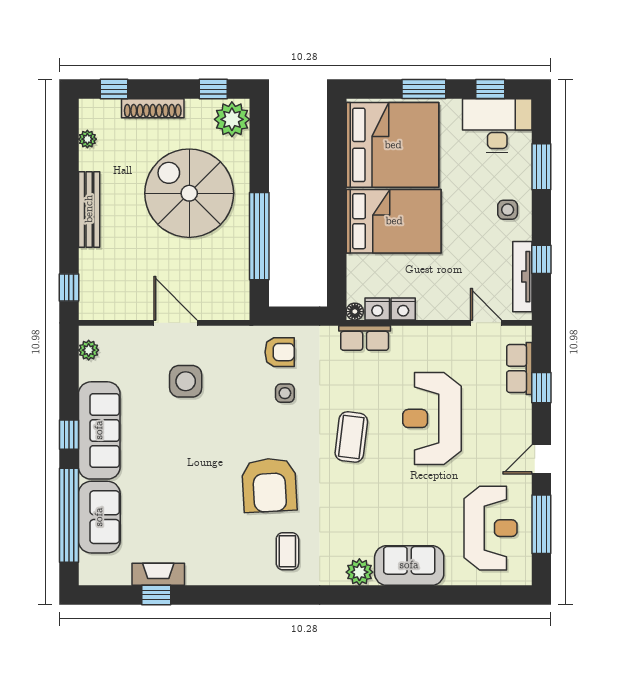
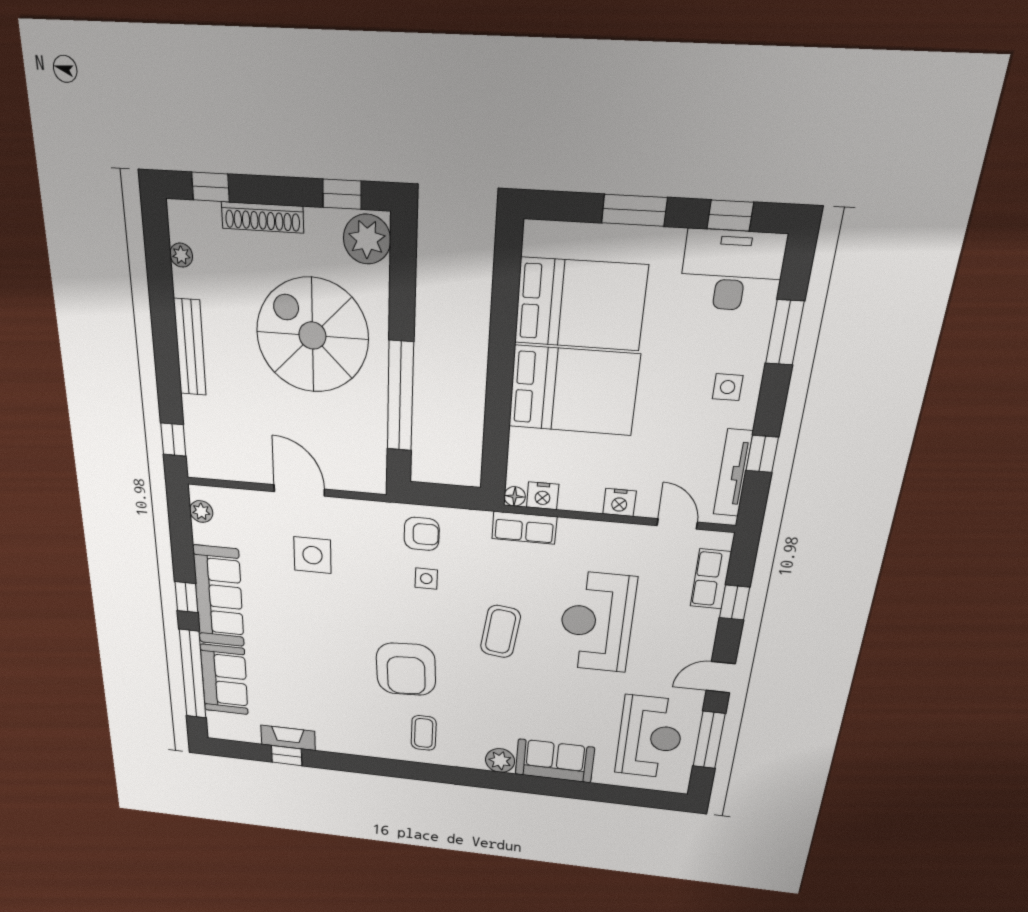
bed: (393, 145) -> (580, 304), width x0.73
nightstand: (403, 309) -> (619, 502), moved

